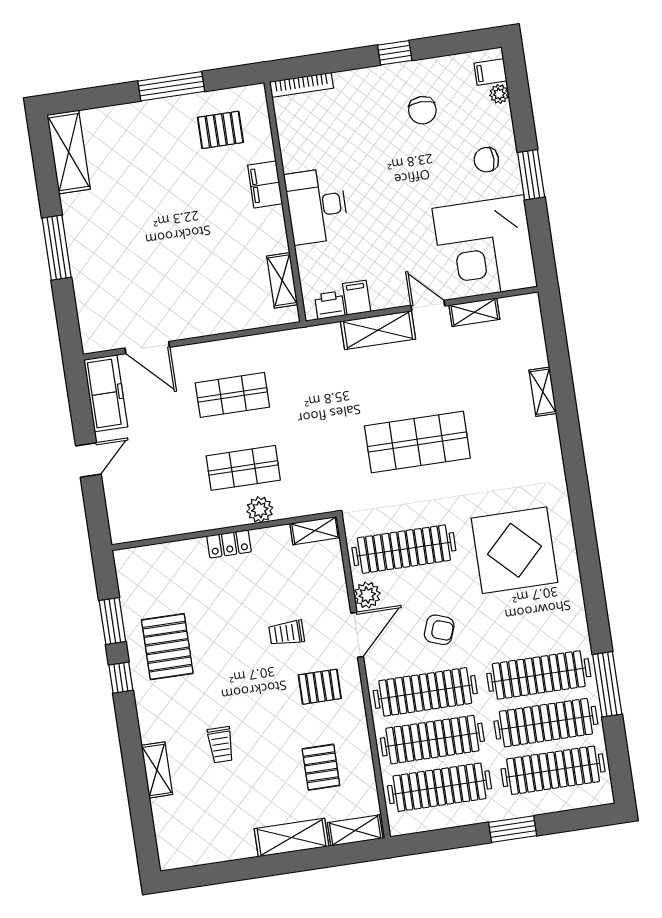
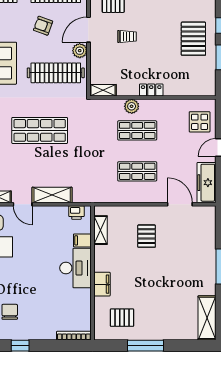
pallet: (198, 282) -> (147, 236), added
filing cabinet: (357, 298) -> (82, 240), moved, turned 90
display table: (134, 500) -> (200, 122), added

